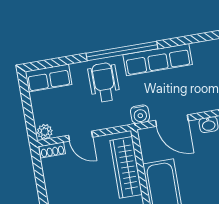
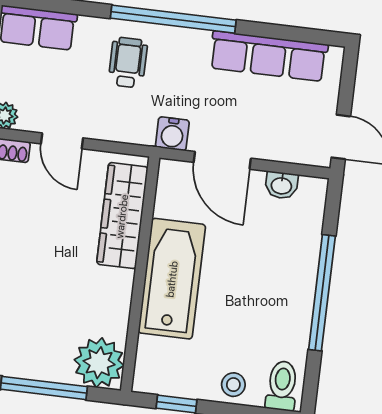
row of seats: (158, 60) -> (269, 56), moved
wheelchair: (104, 82) -> (128, 63), width x0.73, depth x0.73

